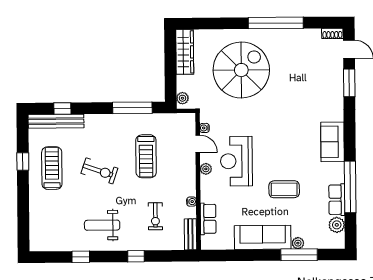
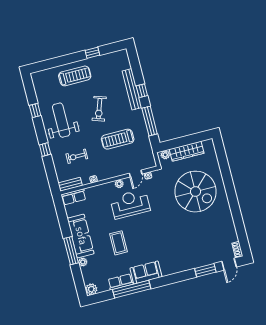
window: (276, 23) -> (235, 208), removed
wardrobe: (185, 52) -> (187, 151), moved
window: (62, 108) -> (142, 91), moved
bench: (56, 121) -> (132, 89), moved
sofa: (332, 142) -> (146, 272), moved
treadmill: (52, 168) -> (75, 76), moved
row of seats: (208, 219) -> (74, 197), moved
weight bench: (102, 225) -> (61, 120), width x1.36, depth x1.33
plant: (337, 225) -> (91, 289), moved
window: (299, 255) -> (71, 251), moved

